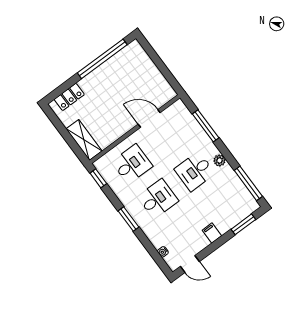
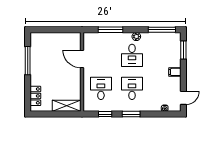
window: (102, 59) -> (28, 61), width x0.68
door: (149, 118) -> (82, 59), hinge flipped
window: (98, 178) -> (105, 114), moved

